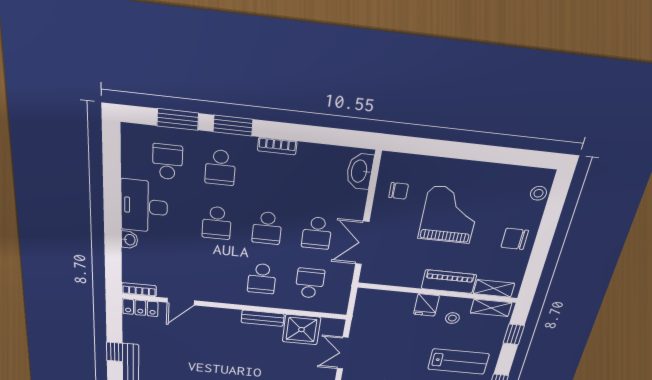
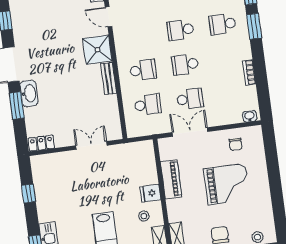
bookcase: (277, 146) -> (249, 72), moved
washbasin: (360, 171) -> (250, 116), width x0.52, depth x0.69
school desk: (317, 233) -> (190, 99), turned 180
school desk: (262, 279) -> (143, 70), turned 180
piano: (449, 282) -> (171, 179), moved
shower: (301, 330) -> (97, 50), moved

